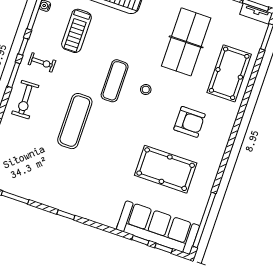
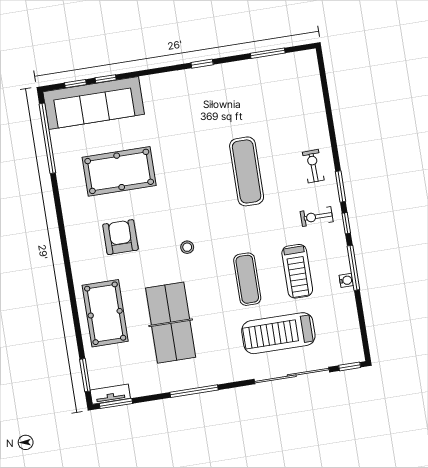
treadmill: (76, 31) -> (297, 271), turned 180
exercise mat: (115, 81) -> (247, 279), moved
exercise bike: (25, 100) -> (313, 166), width x0.73, depth x0.72
armchair: (190, 122) -> (120, 237), turned 90

